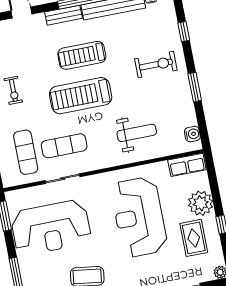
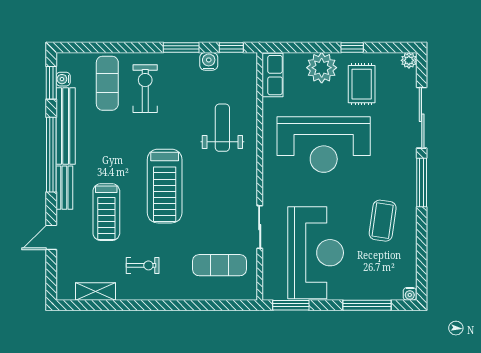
window: (184, 32) -> (231, 48), moved
treadmill: (82, 55) -> (106, 212), moved
water cooler: (192, 134) -> (209, 61), moved
exercise mat: (64, 146) -> (107, 83), moved
rug: (194, 238) -> (362, 84), turned 90

